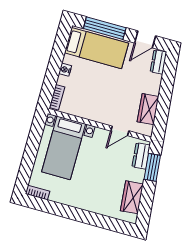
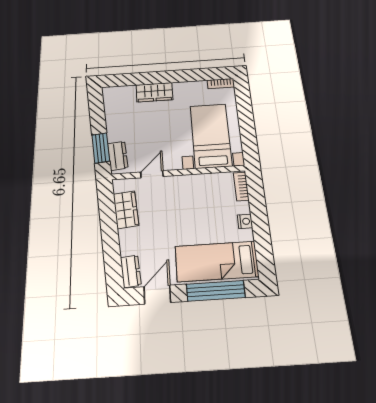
wardrobe: (132, 197) -> (154, 92), moved, turned 95

